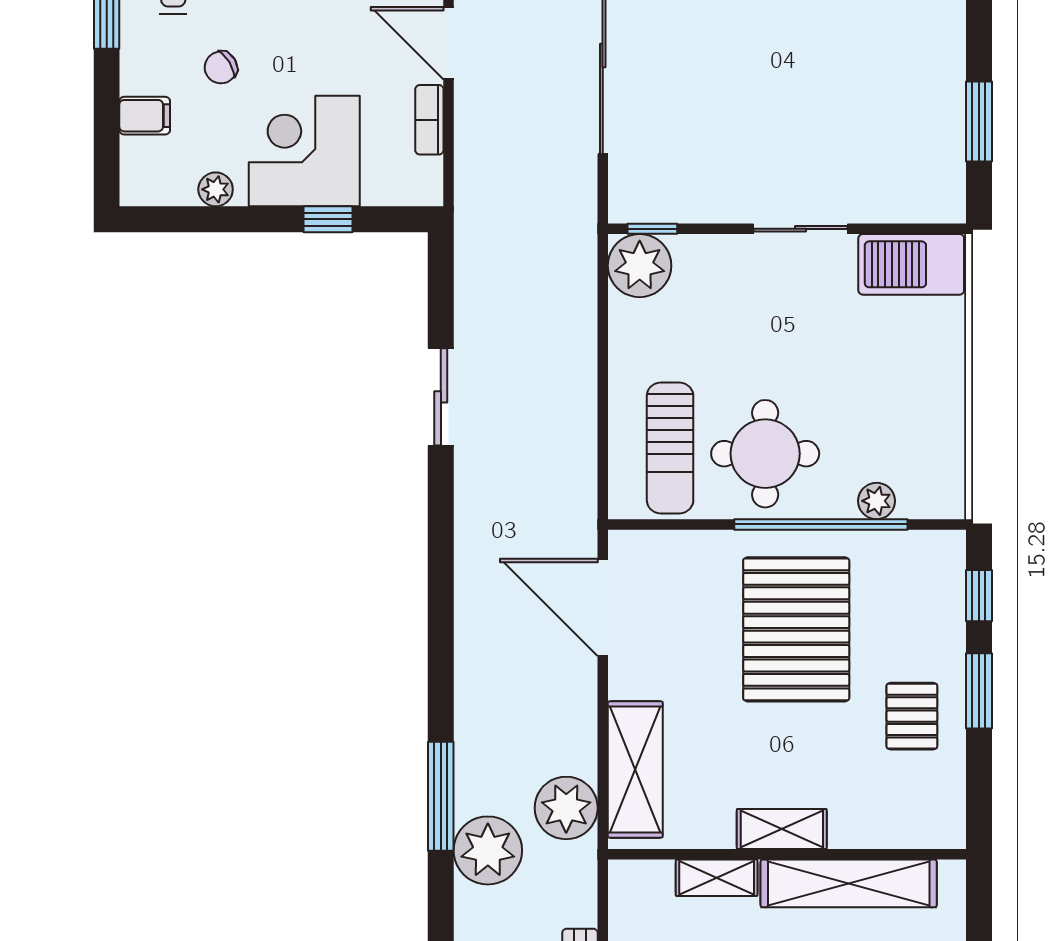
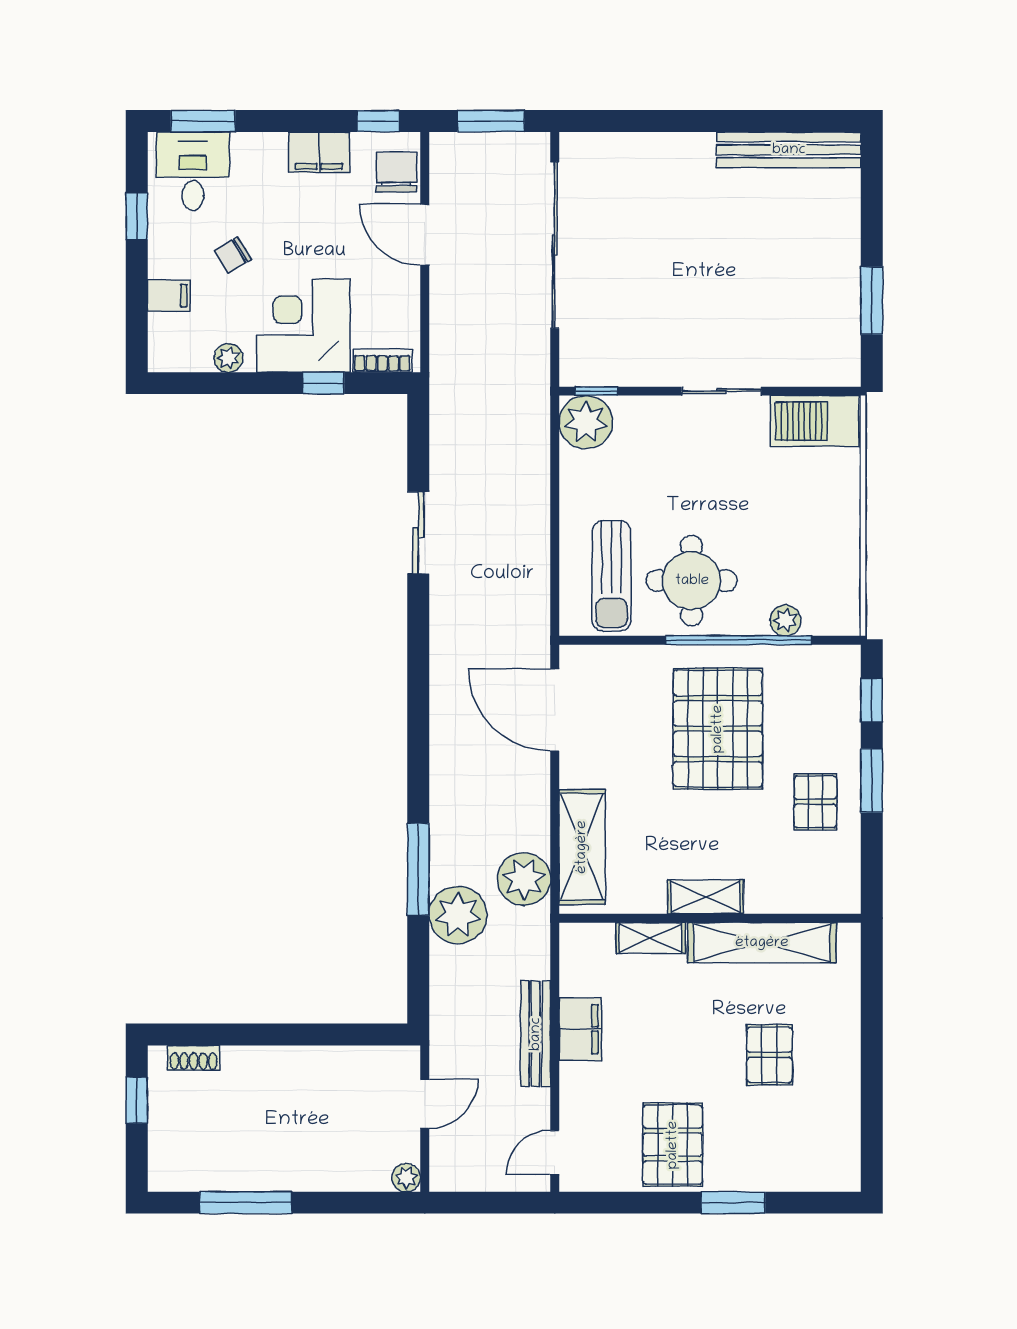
bookcase: (429, 120) -> (382, 361), moved, turned 90

